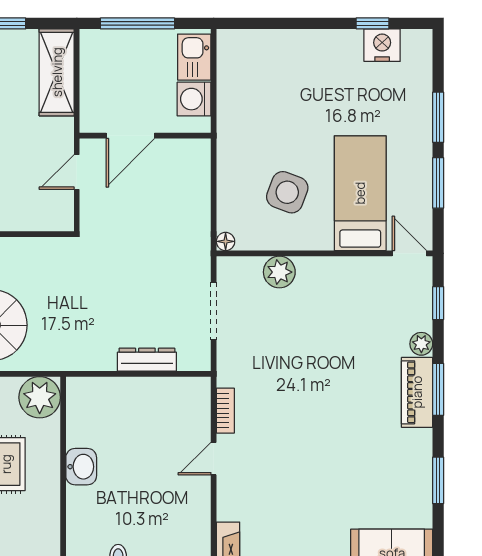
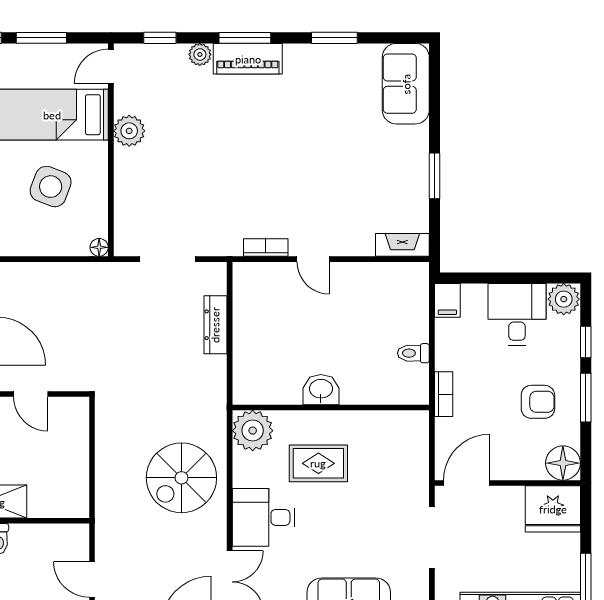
plant: (279, 272) -> (129, 131), moved

